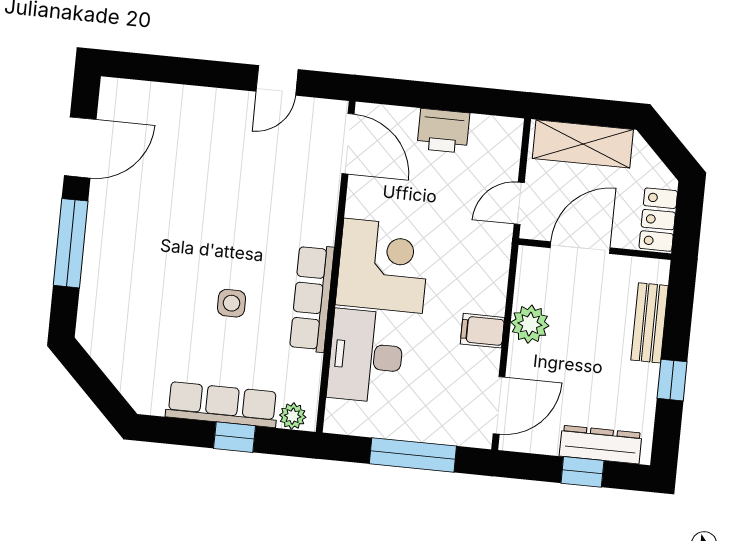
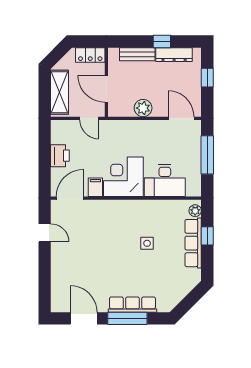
row of seats: (312, 298) -> (132, 305), moved, turned 180
filing cabinet: (482, 331) -> (95, 187), moved, turned 180
dresser: (601, 445) -> (174, 55), moved, turned -90

